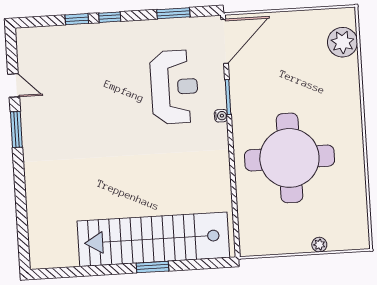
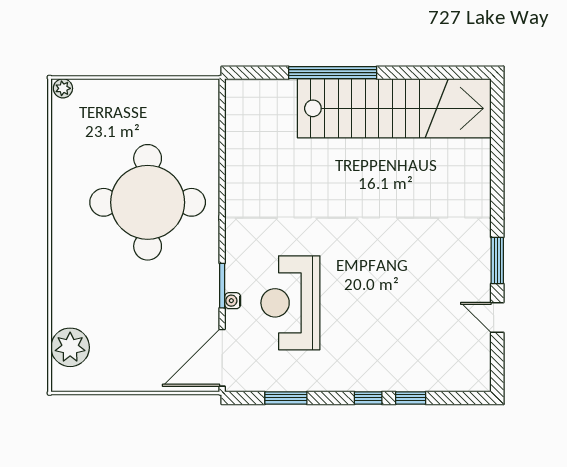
water cooler: (221, 116) -> (233, 301), moved
stairs: (153, 239) -> (394, 108), moved
plant: (319, 245) -> (63, 88), moved
window: (152, 267) -> (333, 73), width x2.11

